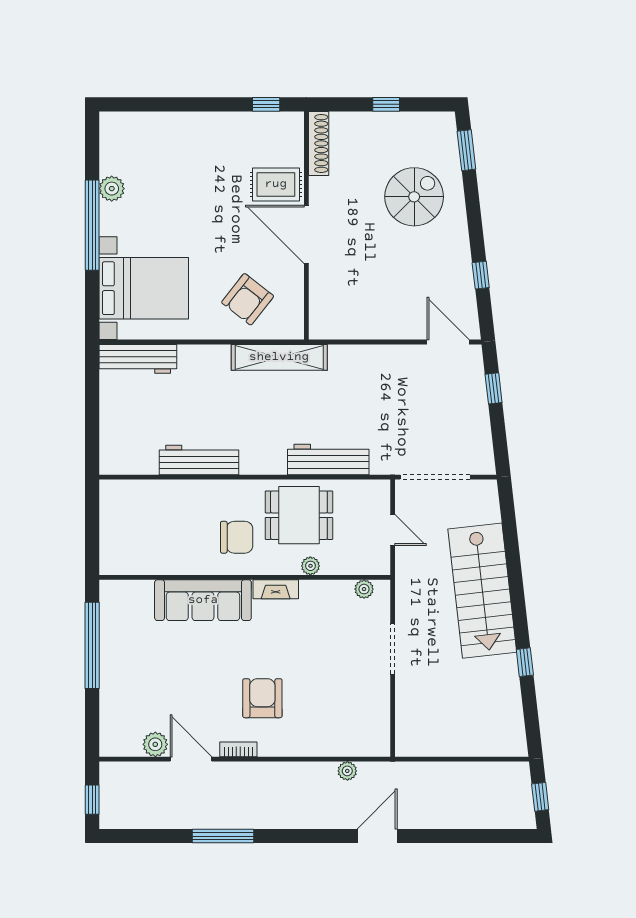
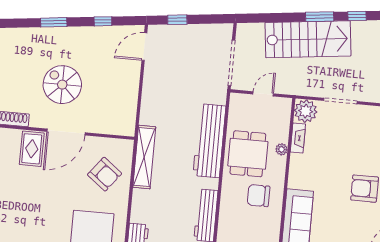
window: (466, 150) -> (54, 22), moved
spiral stairs: (414, 197) -> (62, 85), moved
workbench: (328, 460) -> (209, 141), width x1.36, depth x1.32
chair: (237, 537) -> (258, 196), turned -90
fireplace: (276, 589) -> (298, 138), moved
plant: (364, 589) -> (306, 111), width x1.88, depth x1.88
window: (518, 605) -> (320, 17), added

